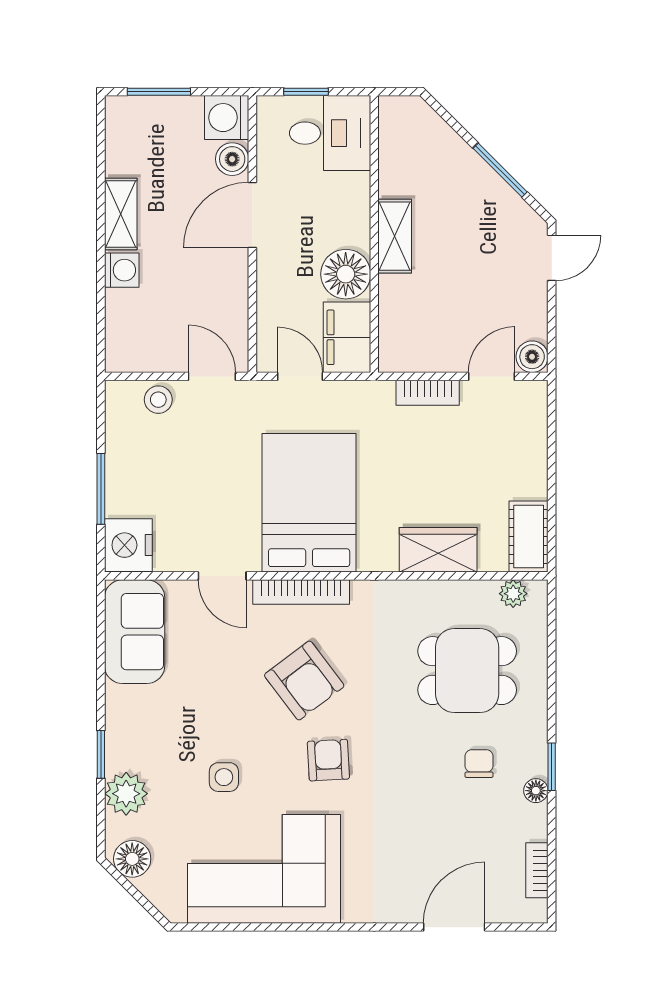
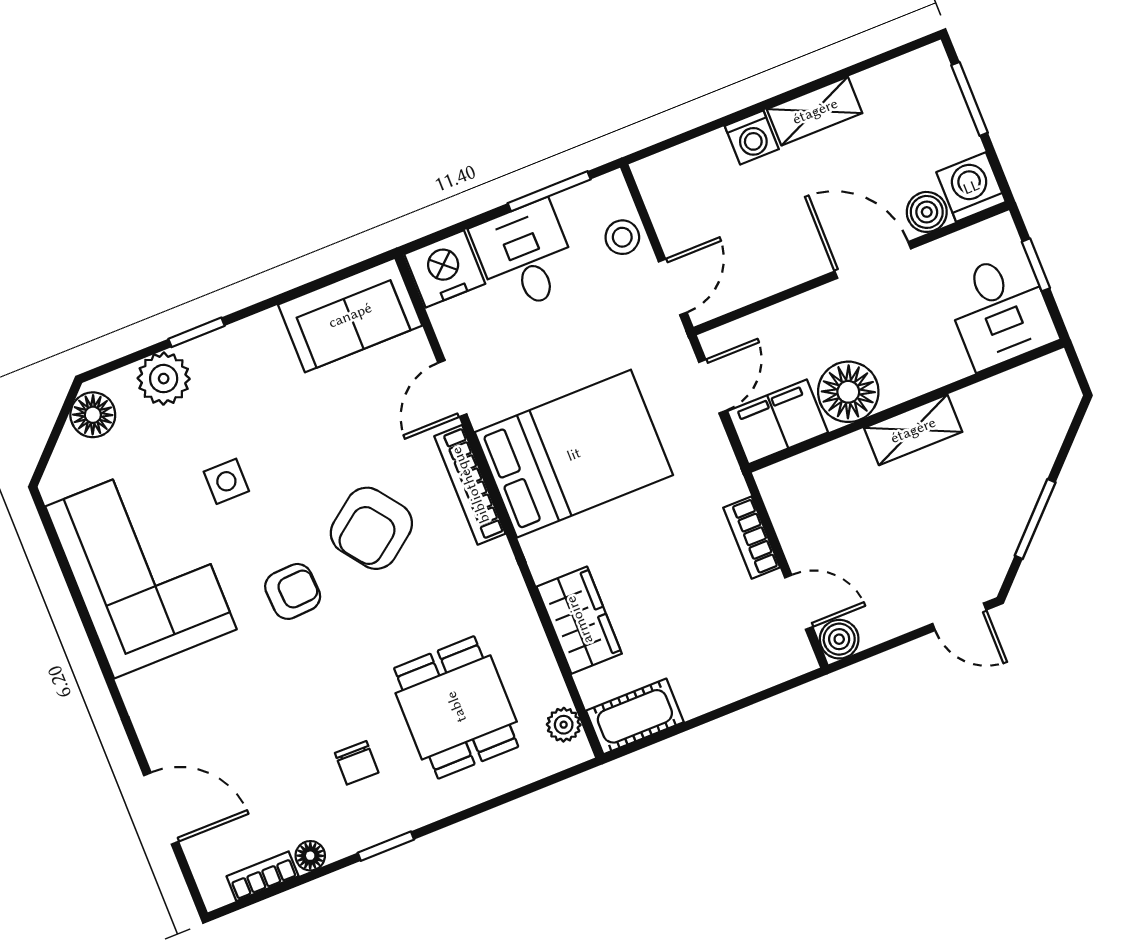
desk: (143, 480) -> (525, 256), added
window: (101, 489) -> (549, 191), moved
chair: (479, 764) -> (357, 763), turned 91
floor lamp: (536, 791) -> (310, 856), moved

